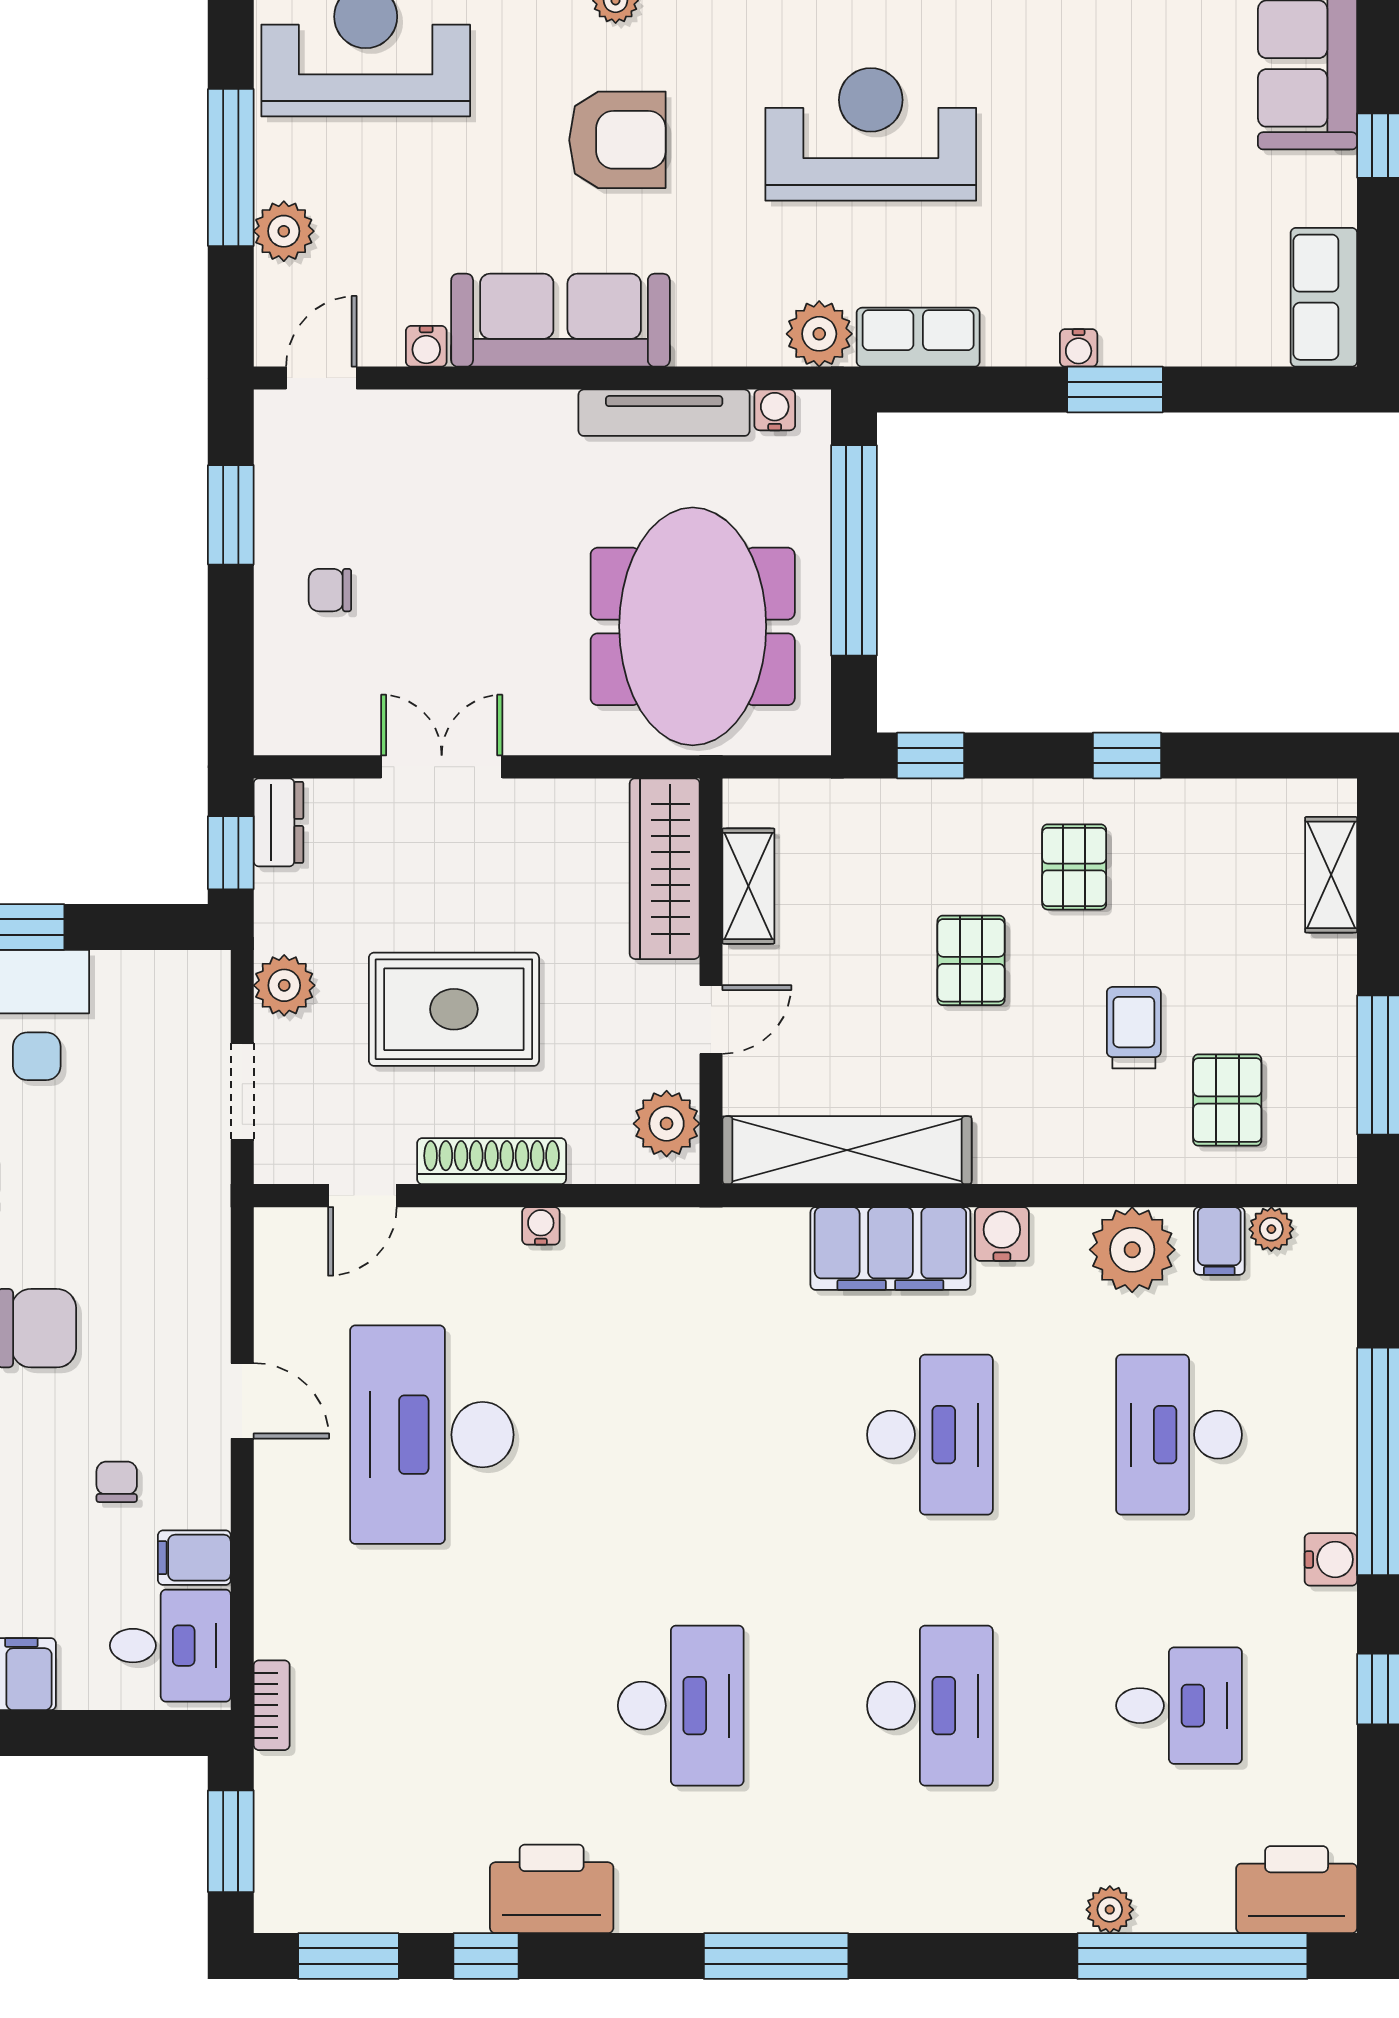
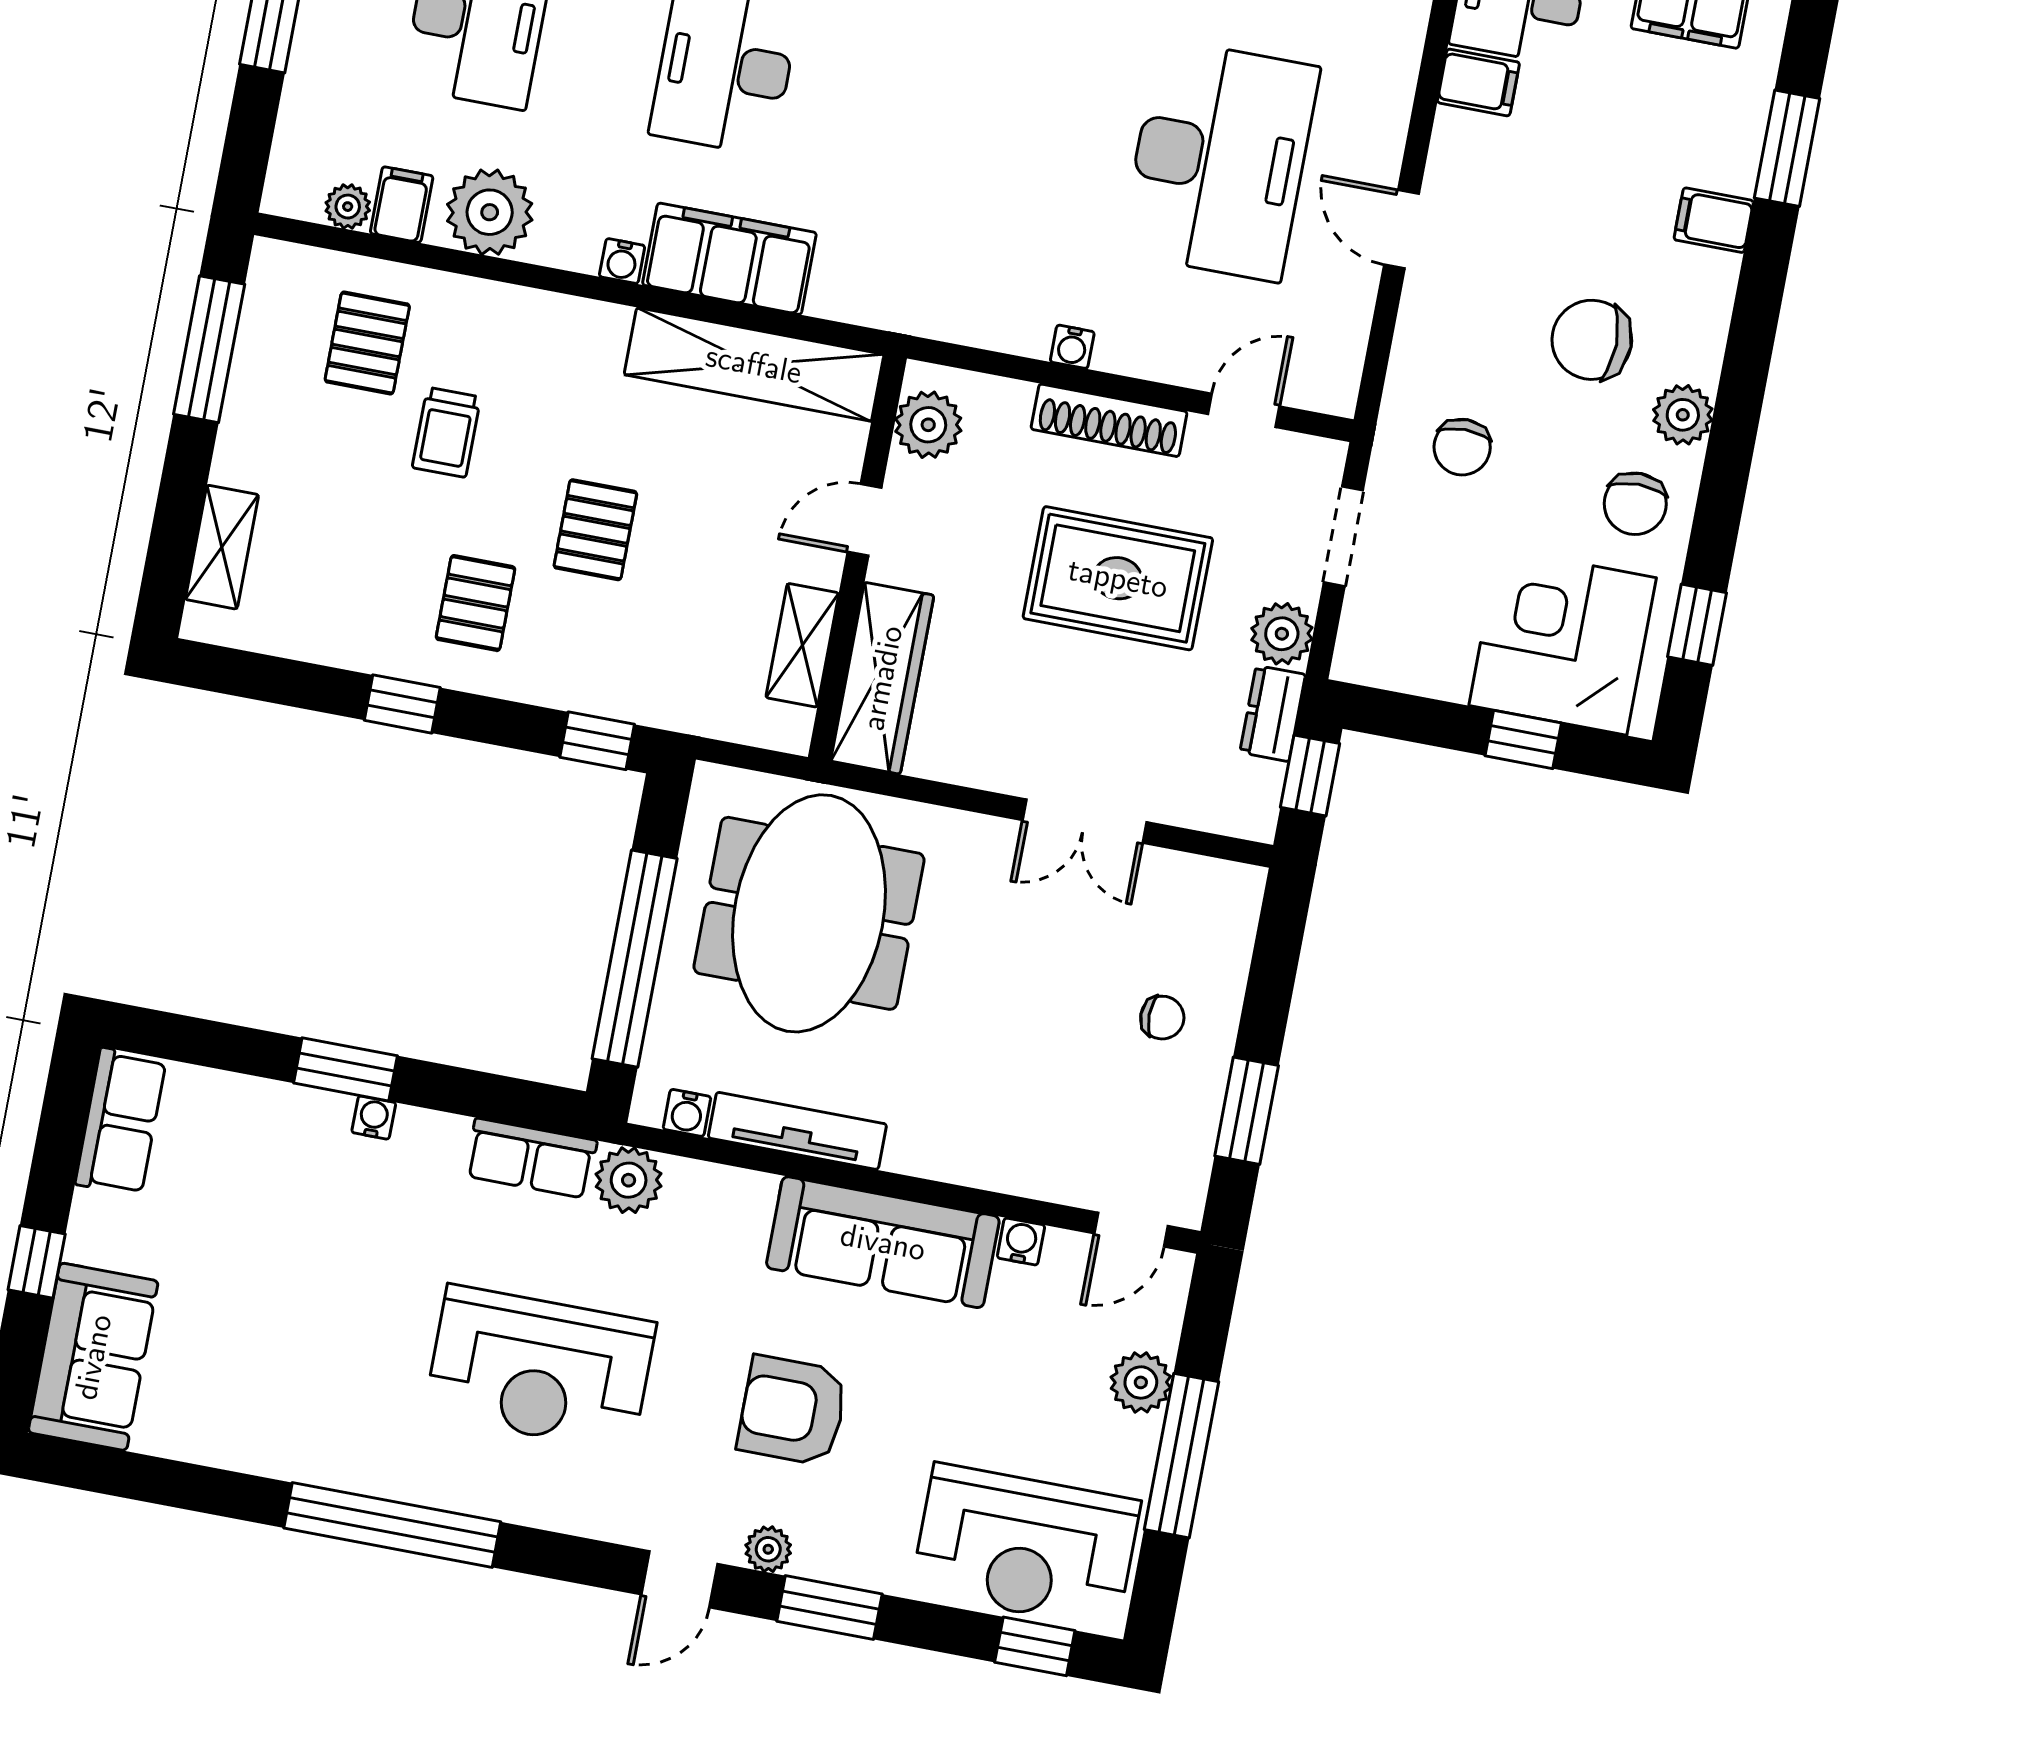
dresser: (278, 822) -> (1273, 713), moved
water cooler: (1002, 1234) -> (622, 261), width x0.72, depth x0.72
chair: (117, 1482) -> (1462, 447), moved, width x1.37, depth x1.37

